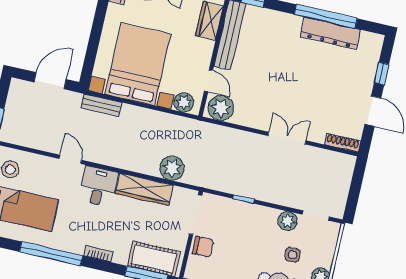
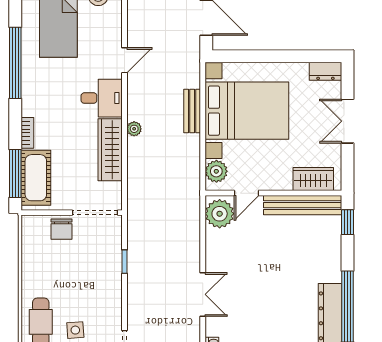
bench: (101, 105) -> (192, 111), moved
plant: (172, 168) -> (134, 129), moved, width x0.53, depth x0.53
plant: (288, 221) -> (111, 316), removed
bookcase: (98, 254) -> (27, 133), moved

